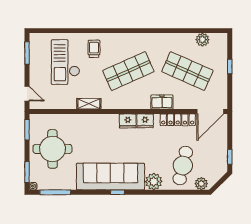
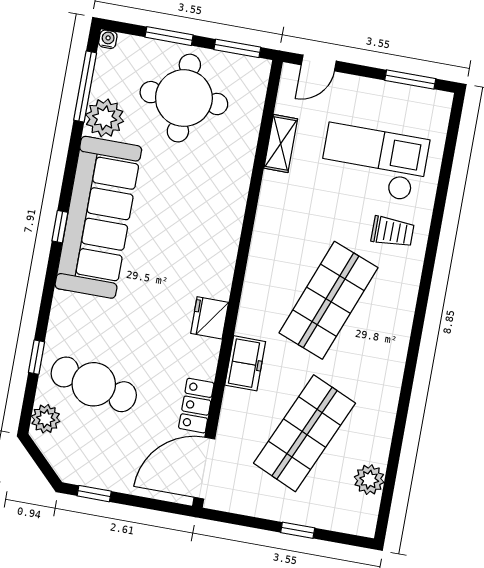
shop shelf: (128, 71) -> (328, 300), turned 45
shelving: (89, 104) -> (281, 144), moved
door: (210, 111) -> (204, 468), hinge flipped
locker: (178, 120) -> (196, 406), width x0.66
fridge: (128, 121) -> (216, 279), removed
window: (27, 172) -> (169, 36), moved
plant: (154, 181) -> (105, 118), moved
window: (175, 192) -> (36, 357), added

